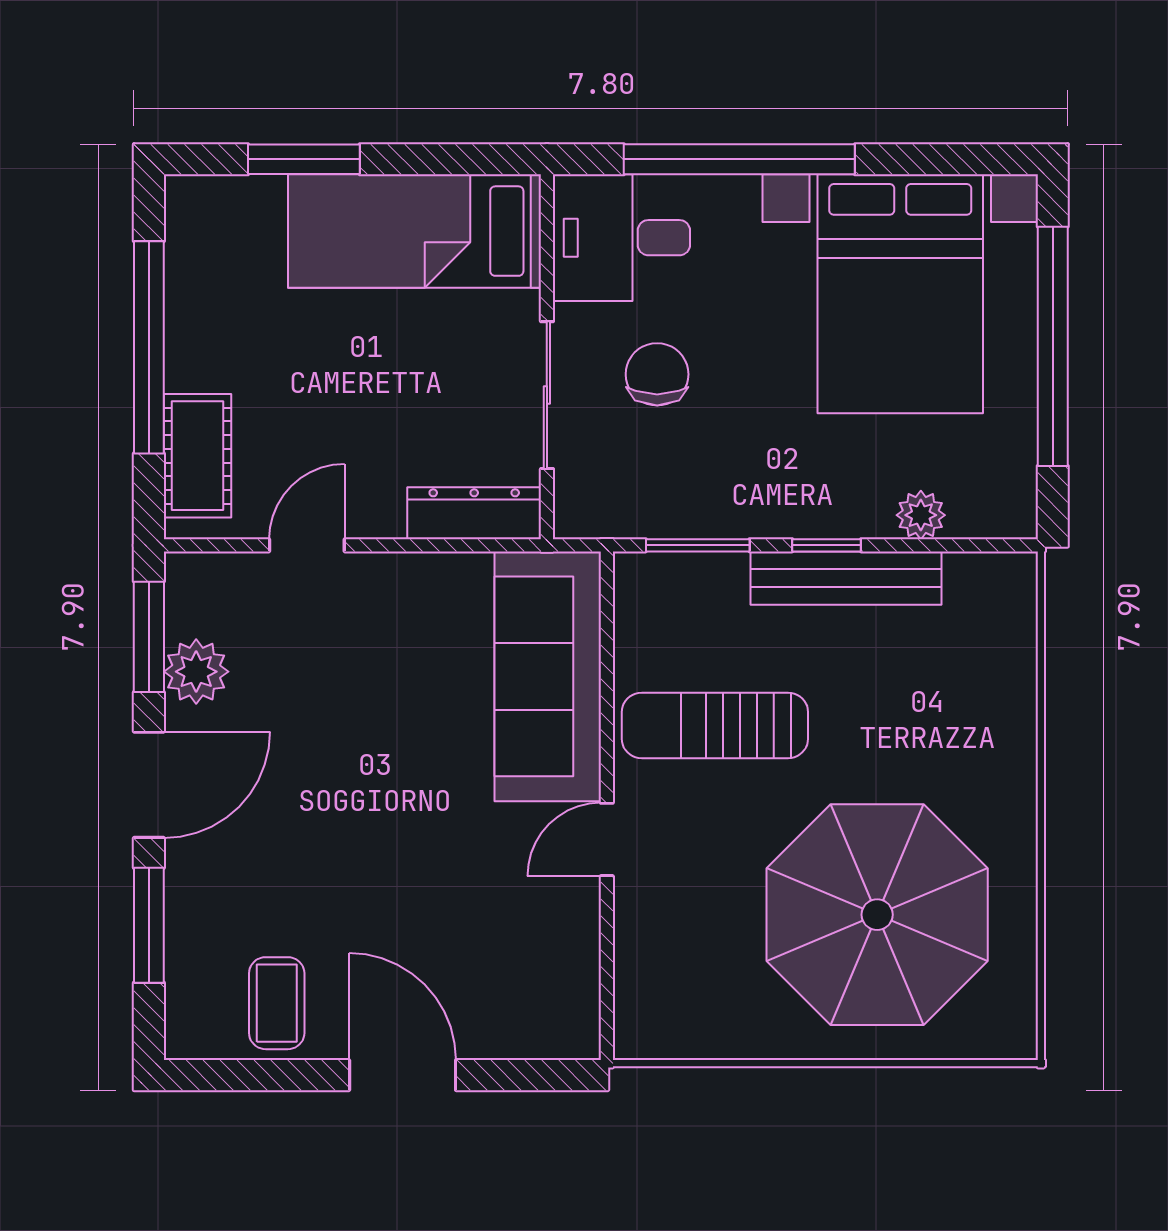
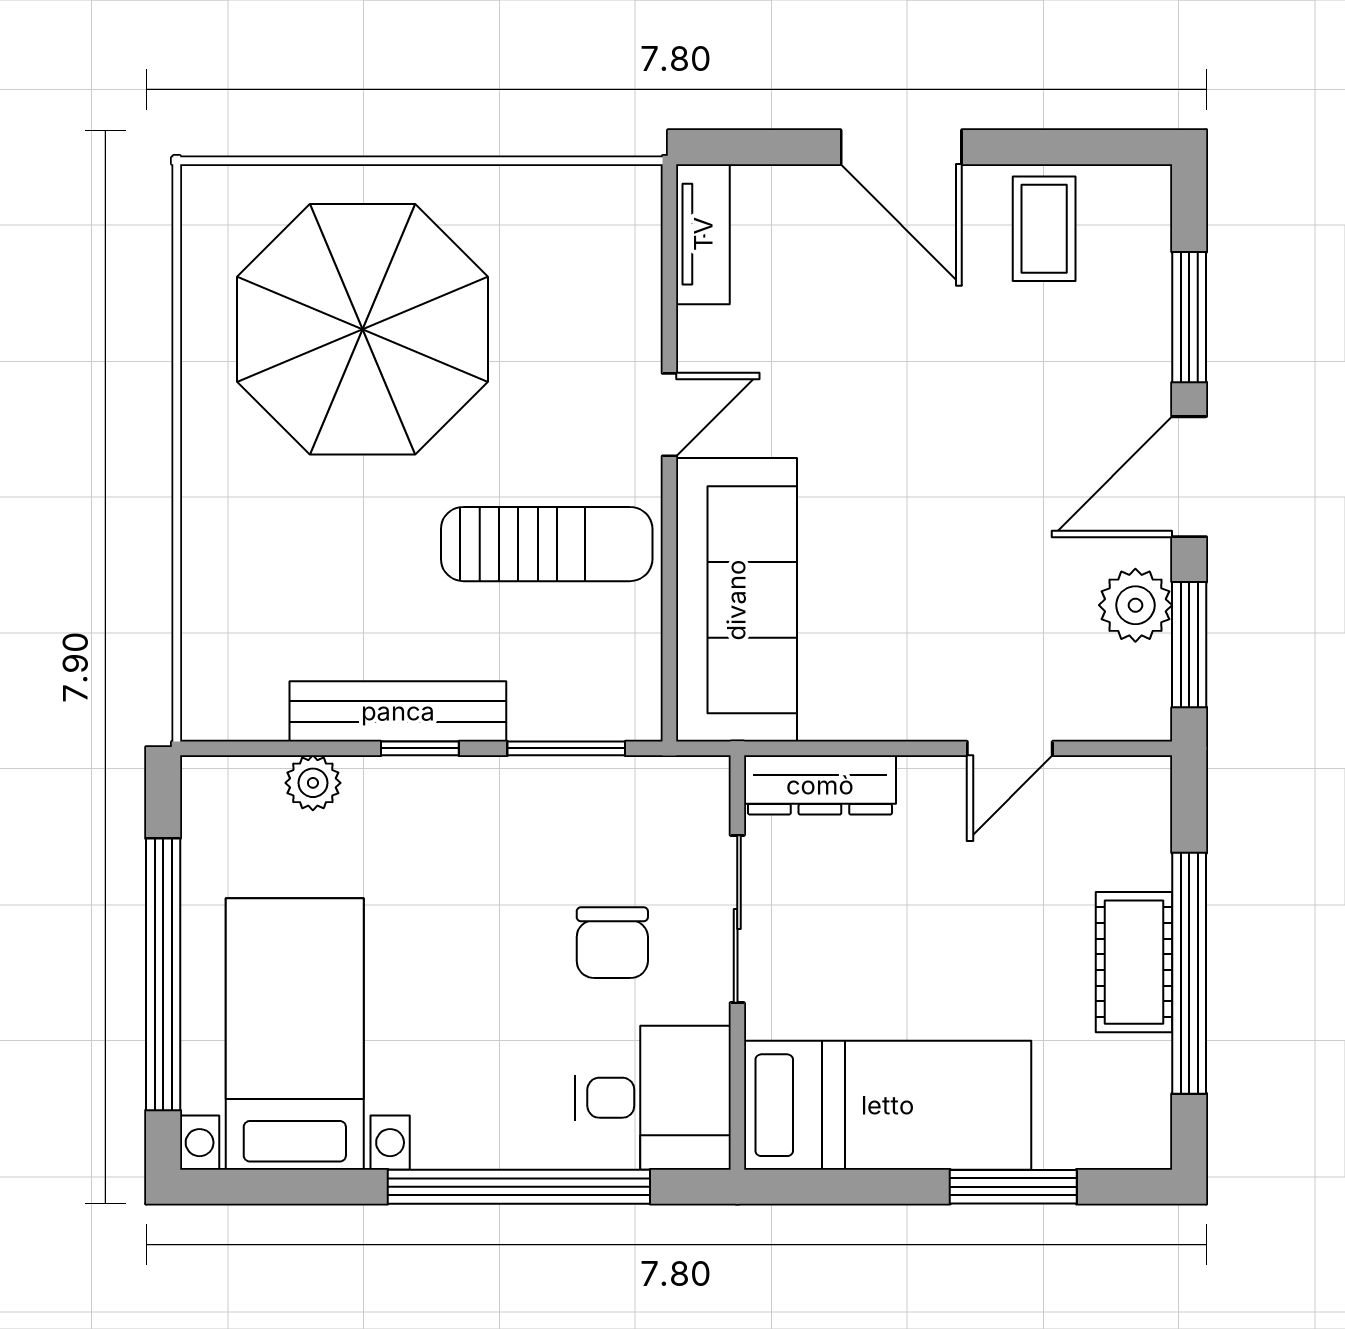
bed with nightstands: (900, 294) -> (295, 1034), width x0.73
cot: (198, 456) -> (1134, 962), moved
tv unit: (577, 998) -> (703, 234), added

